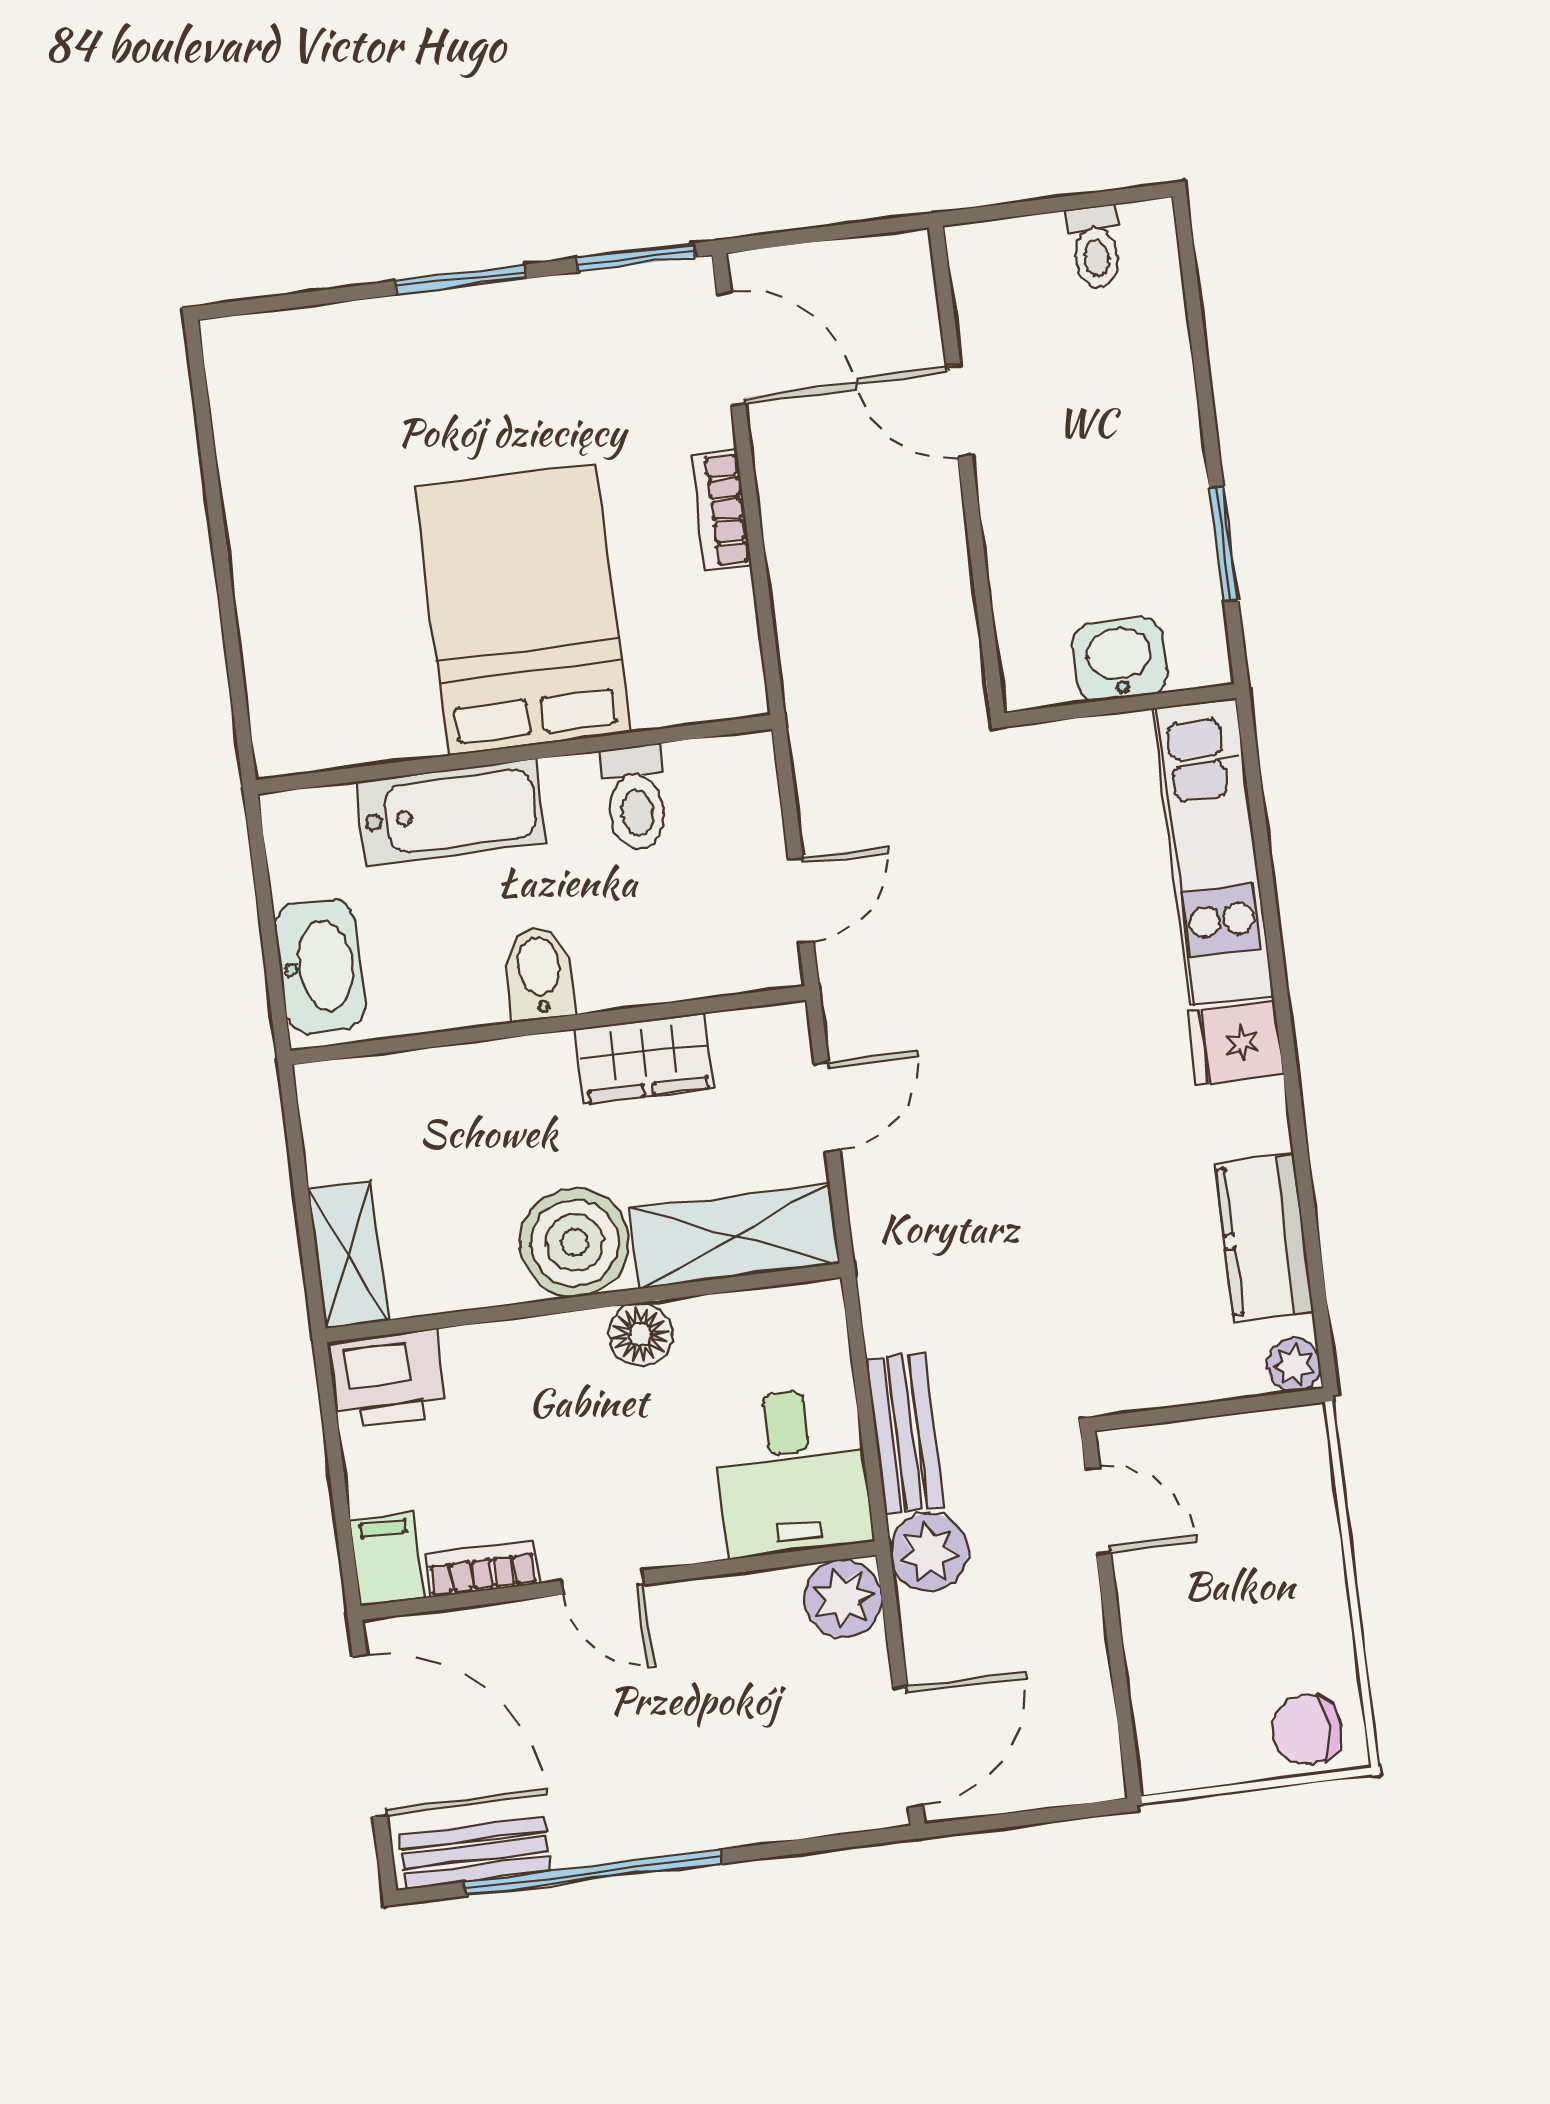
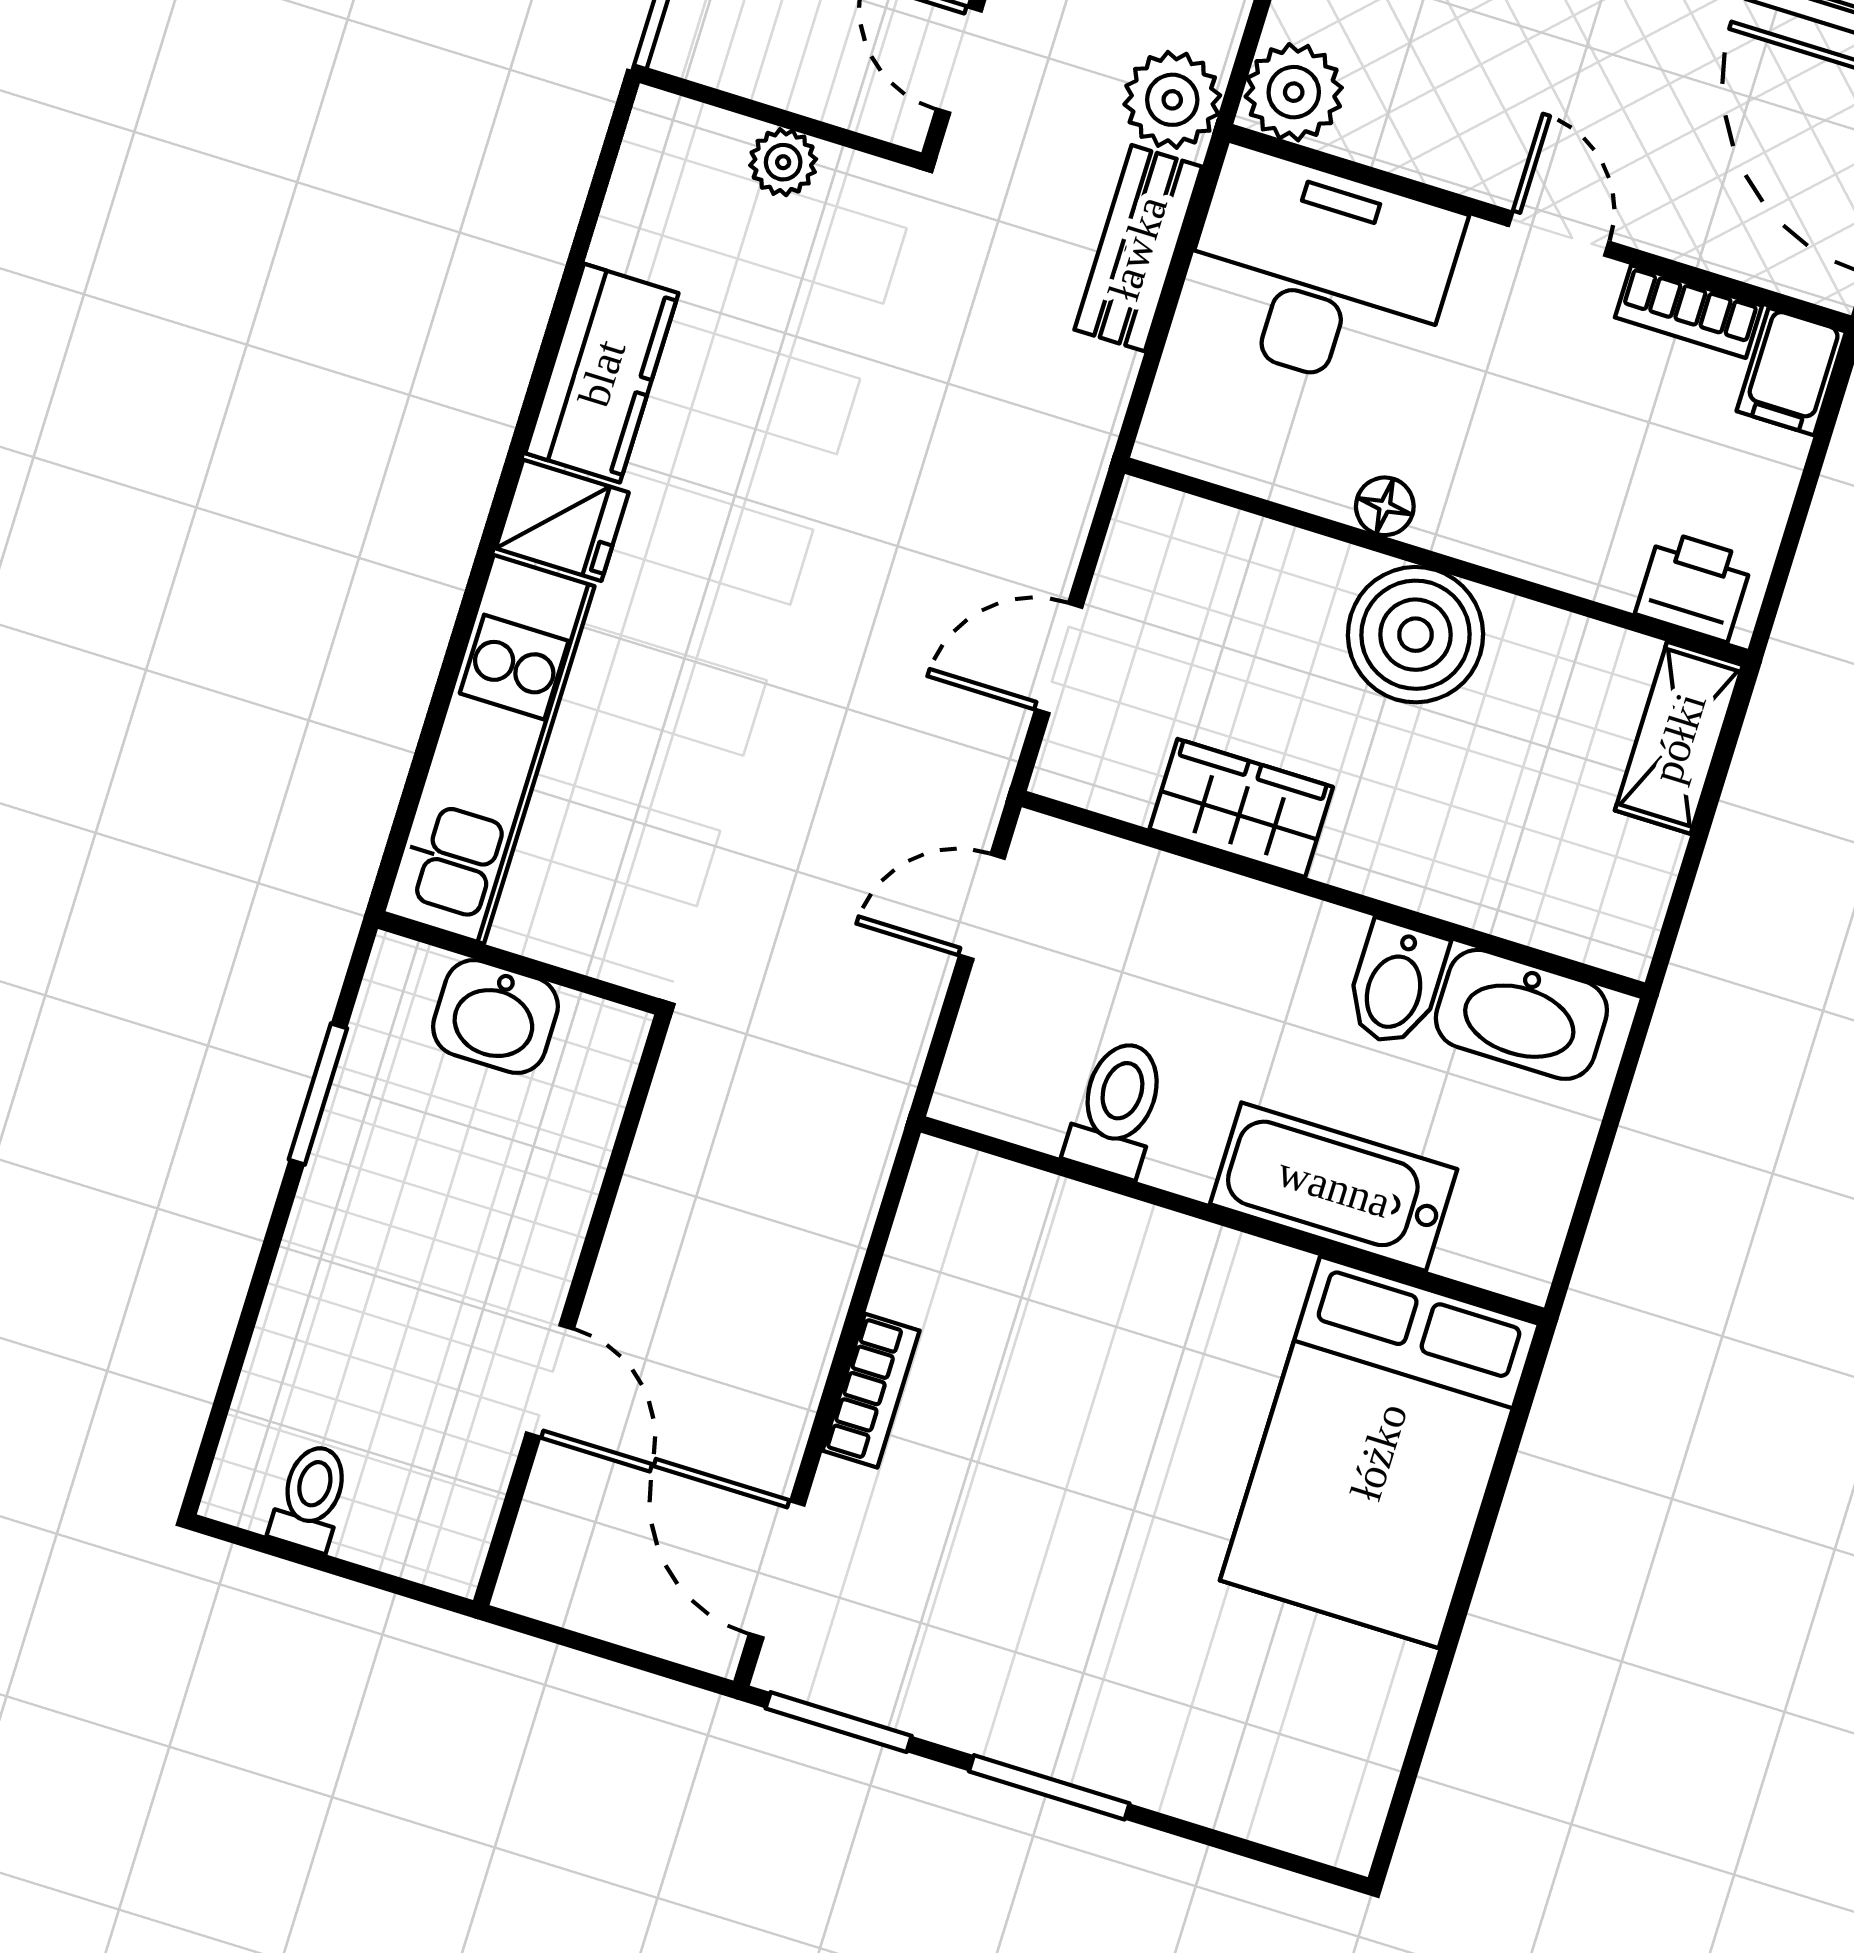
bed: (522, 609) -> (1379, 1452), moved
washbasin: (320, 966) -> (1521, 1014), moved, turned -90
bidet: (539, 973) -> (1396, 984), moved
shelving: (735, 1236) -> (1230, 559), removed
kitchen counter: (1264, 1238) -> (602, 373), moved
floor lamp: (640, 1335) -> (1385, 506), width x0.73, depth x0.73
plant: (1294, 1365) -> (783, 162), moved
printer: (388, 1379) -> (1694, 586), width x0.73, depth x0.81
desk: (792, 1472) -> (1319, 272), width x1.37

